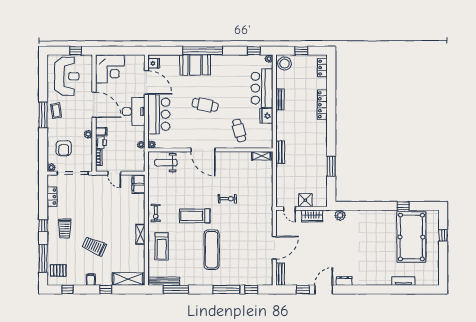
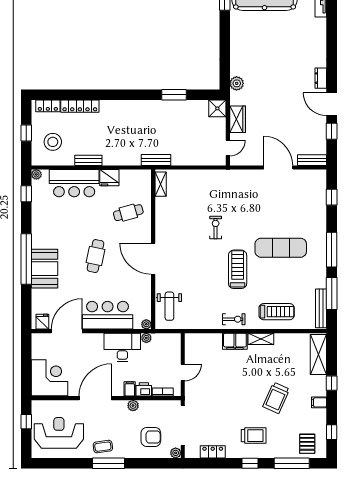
stool: (285, 64) -> (53, 142), moved
locker: (322, 105) -> (80, 106), moved
desk: (134, 111) -> (122, 347), moved
door: (203, 150) -> (153, 259), swing flipped
filing cabinet: (139, 184) -> (235, 341), moved
shower: (305, 200) -> (217, 108), moved
treadmill: (195, 216) -> (238, 269), turned 180
window: (226, 289) -> (332, 250), moved

